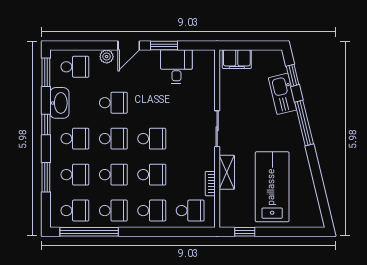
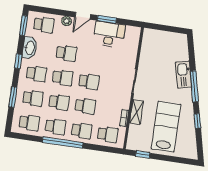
filing cabinet: (237, 59) -> (155, 36), removed
desk: (176, 67) -> (109, 34), width x1.37
window: (293, 75) -> (197, 121), moved
kitchen sink: (283, 94) -> (184, 75), moved
window: (89, 232) -> (63, 143), moved

